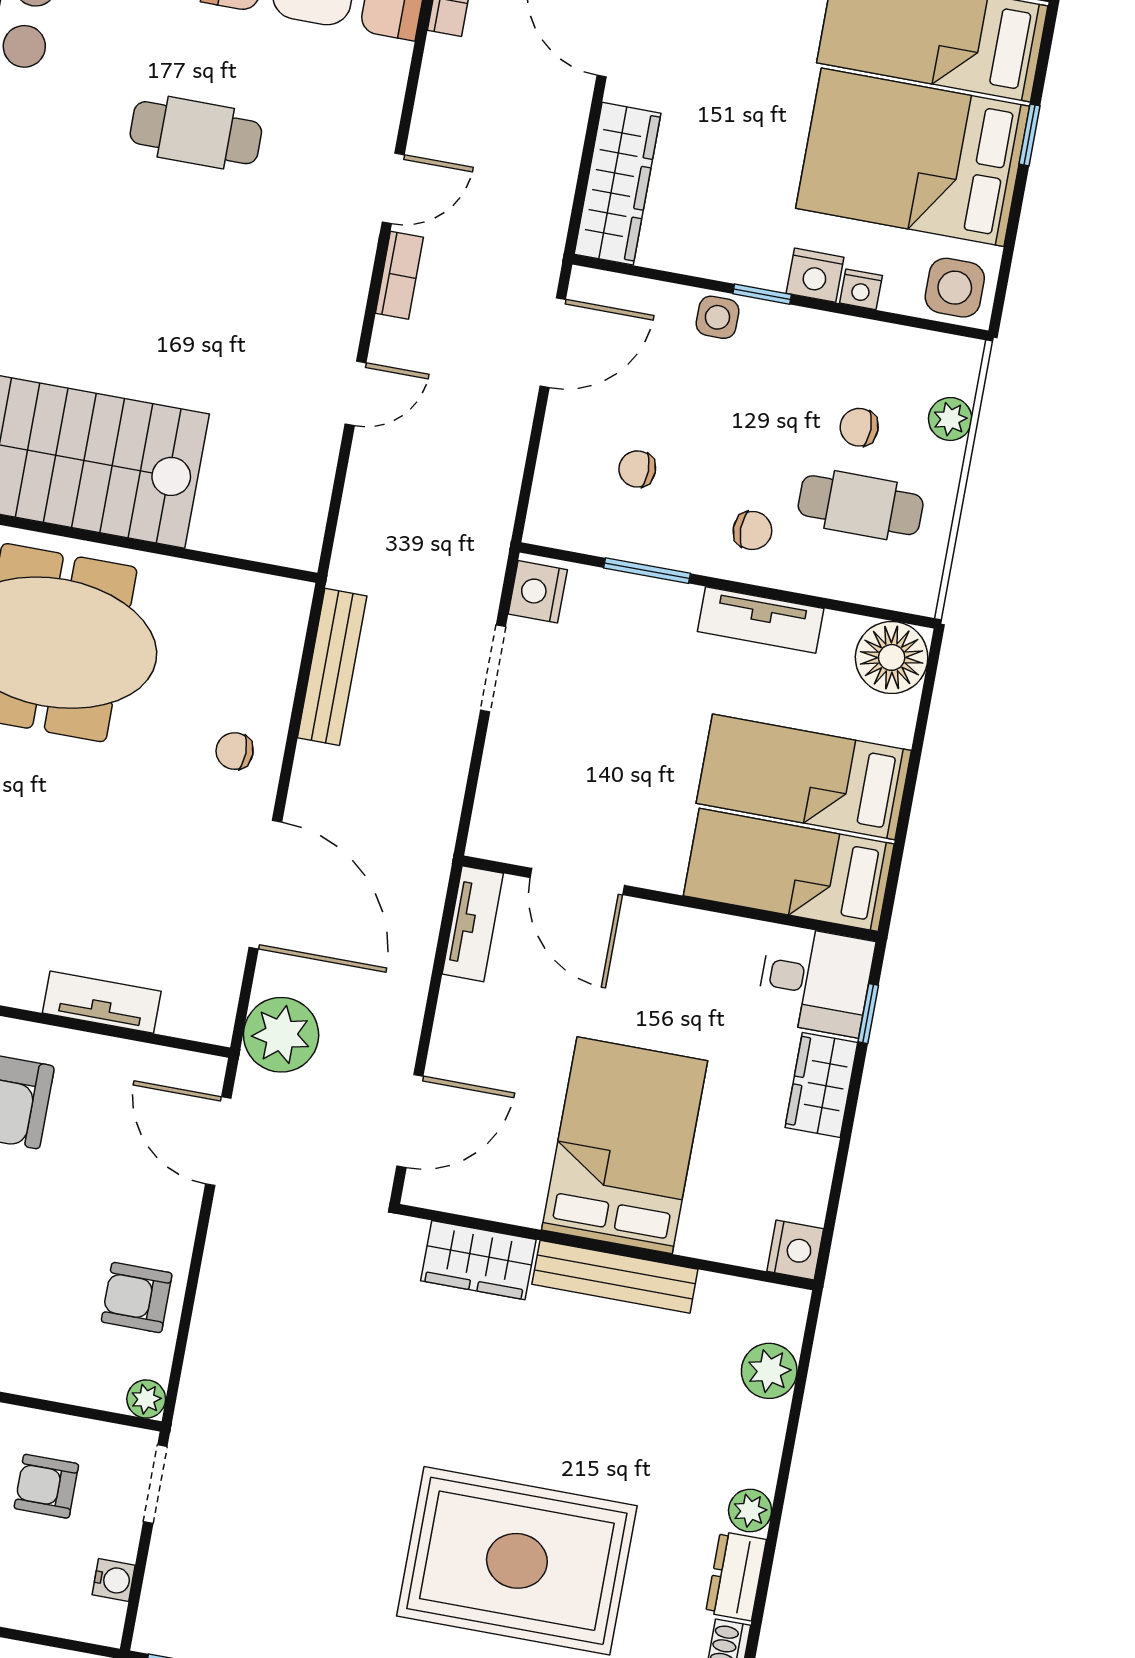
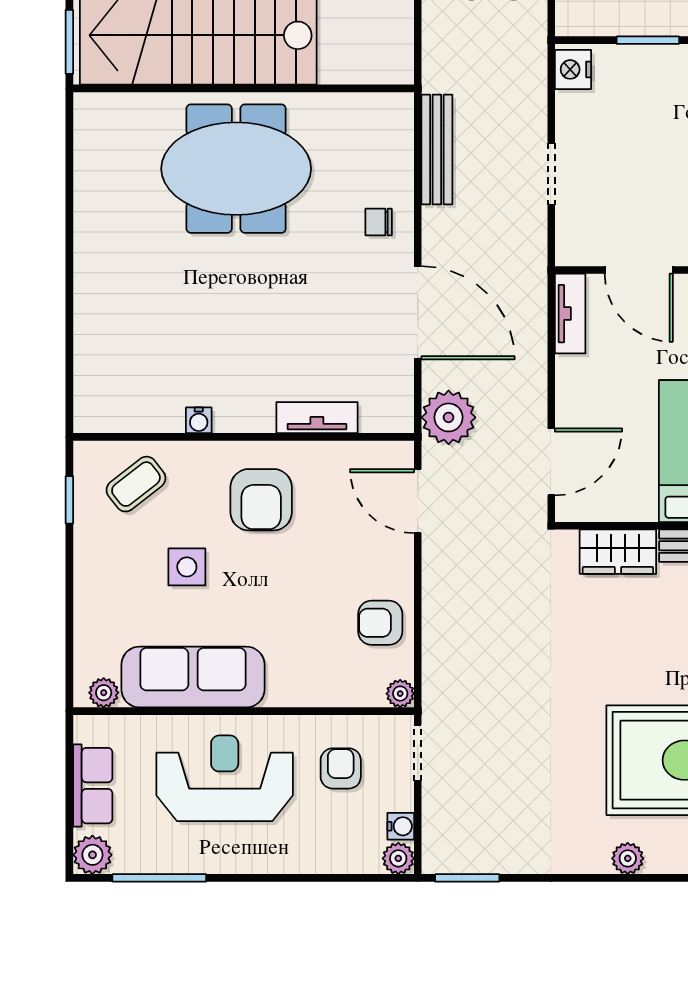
doorway: (493, 668) -> (551, 174), moved
armchair: (46, 1486) -> (341, 768), turned 90
plant: (102, 1623) -> (398, 858), added

